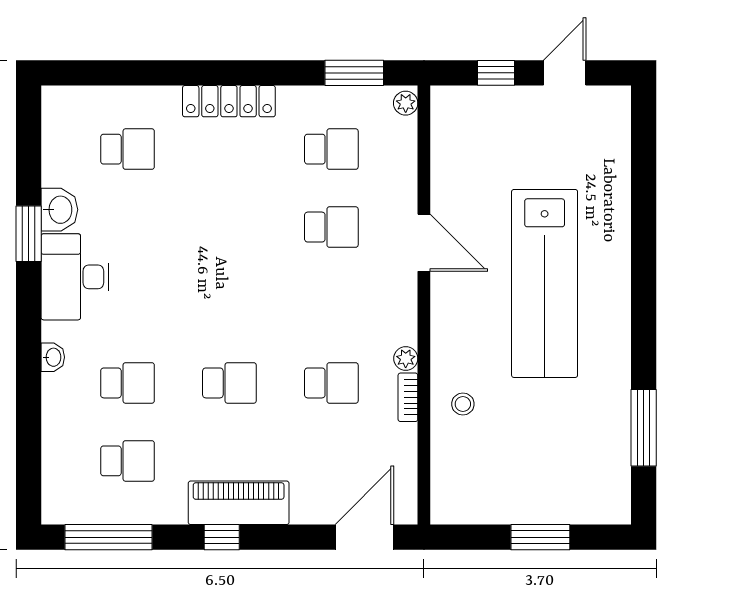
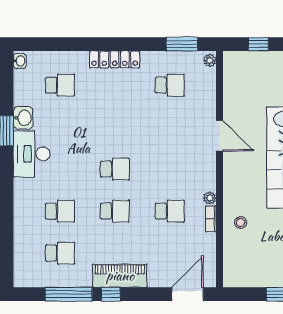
school desk: (331, 227) -> (115, 169), moved
washbasin: (53, 357) -> (20, 61), moved
window: (108, 537) -> (69, 294), moved

